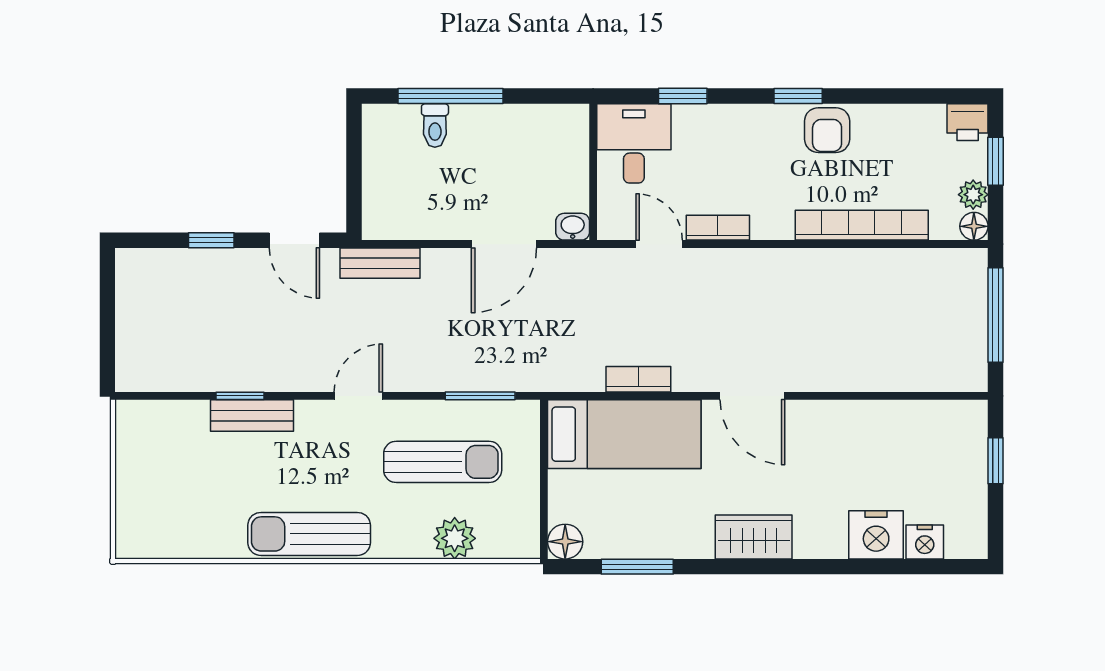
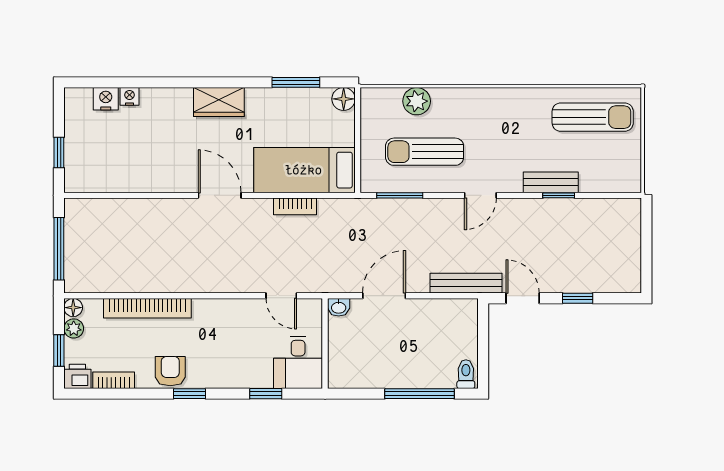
toilet: (435, 125) -> (466, 374), moved
bookcase: (718, 228) -> (114, 380), moved, turned 180
bench: (380, 263) -> (466, 283), width x1.36
sun lounger: (309, 534) -> (593, 117), moved
nightstand: (876, 535) -> (130, 96), width x0.53, depth x0.56

